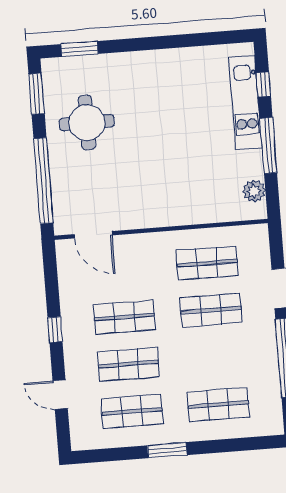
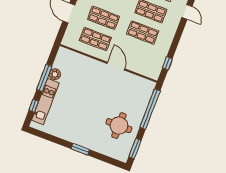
window: (79, 49) -> (80, 149), moved
plant: (254, 191) -> (55, 74), moved
door: (93, 235) -> (116, 66), moved
window: (55, 330) -> (167, 63), moved

